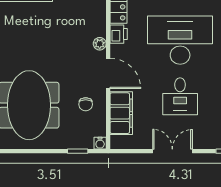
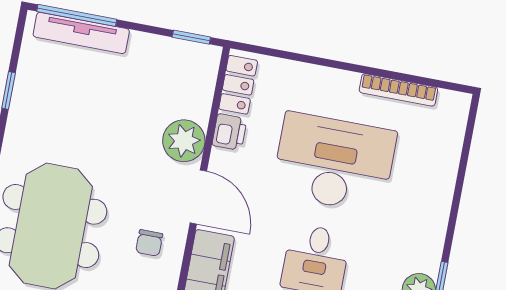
plant: (100, 44) -> (184, 141), width x1.88, depth x1.88

